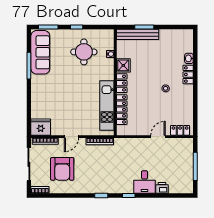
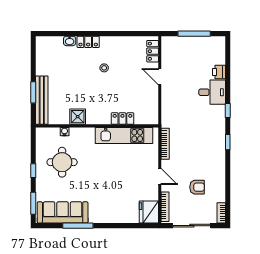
locker: (122, 83) -> (98, 119), removed
locker: (122, 110) -> (122, 119), width x0.66
armchair: (62, 169) -> (197, 187), width x0.53, depth x0.53

